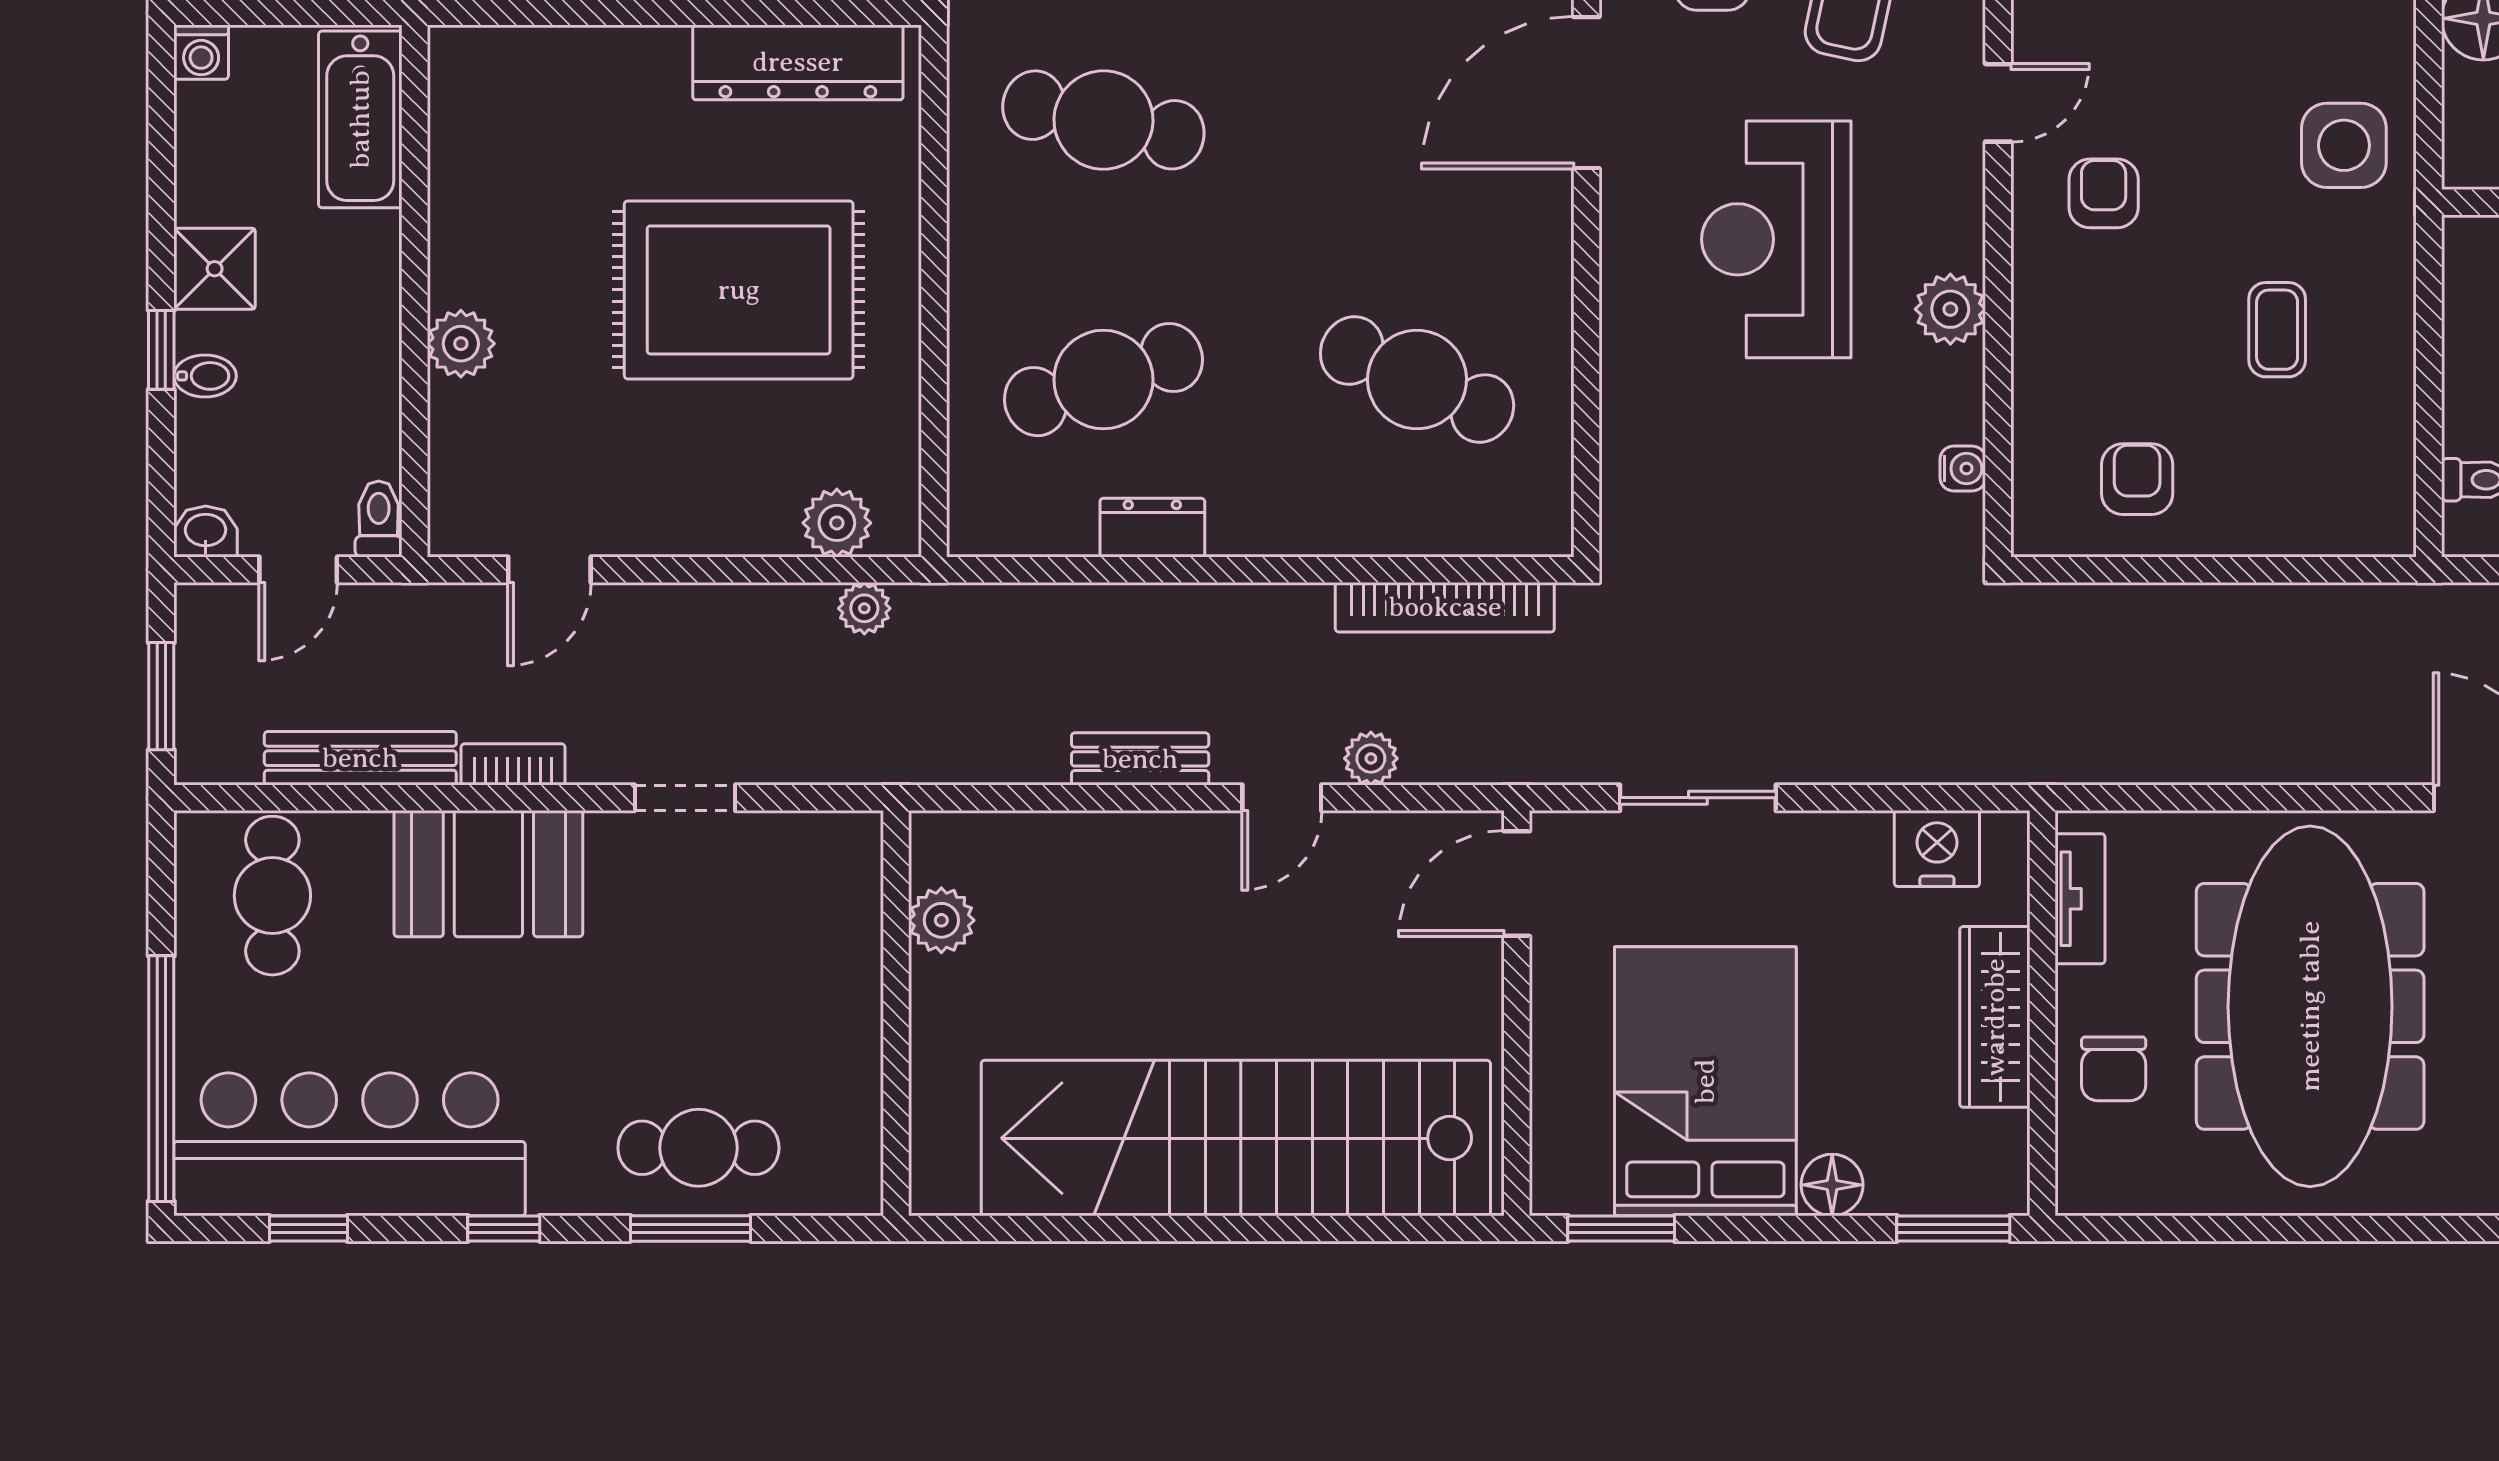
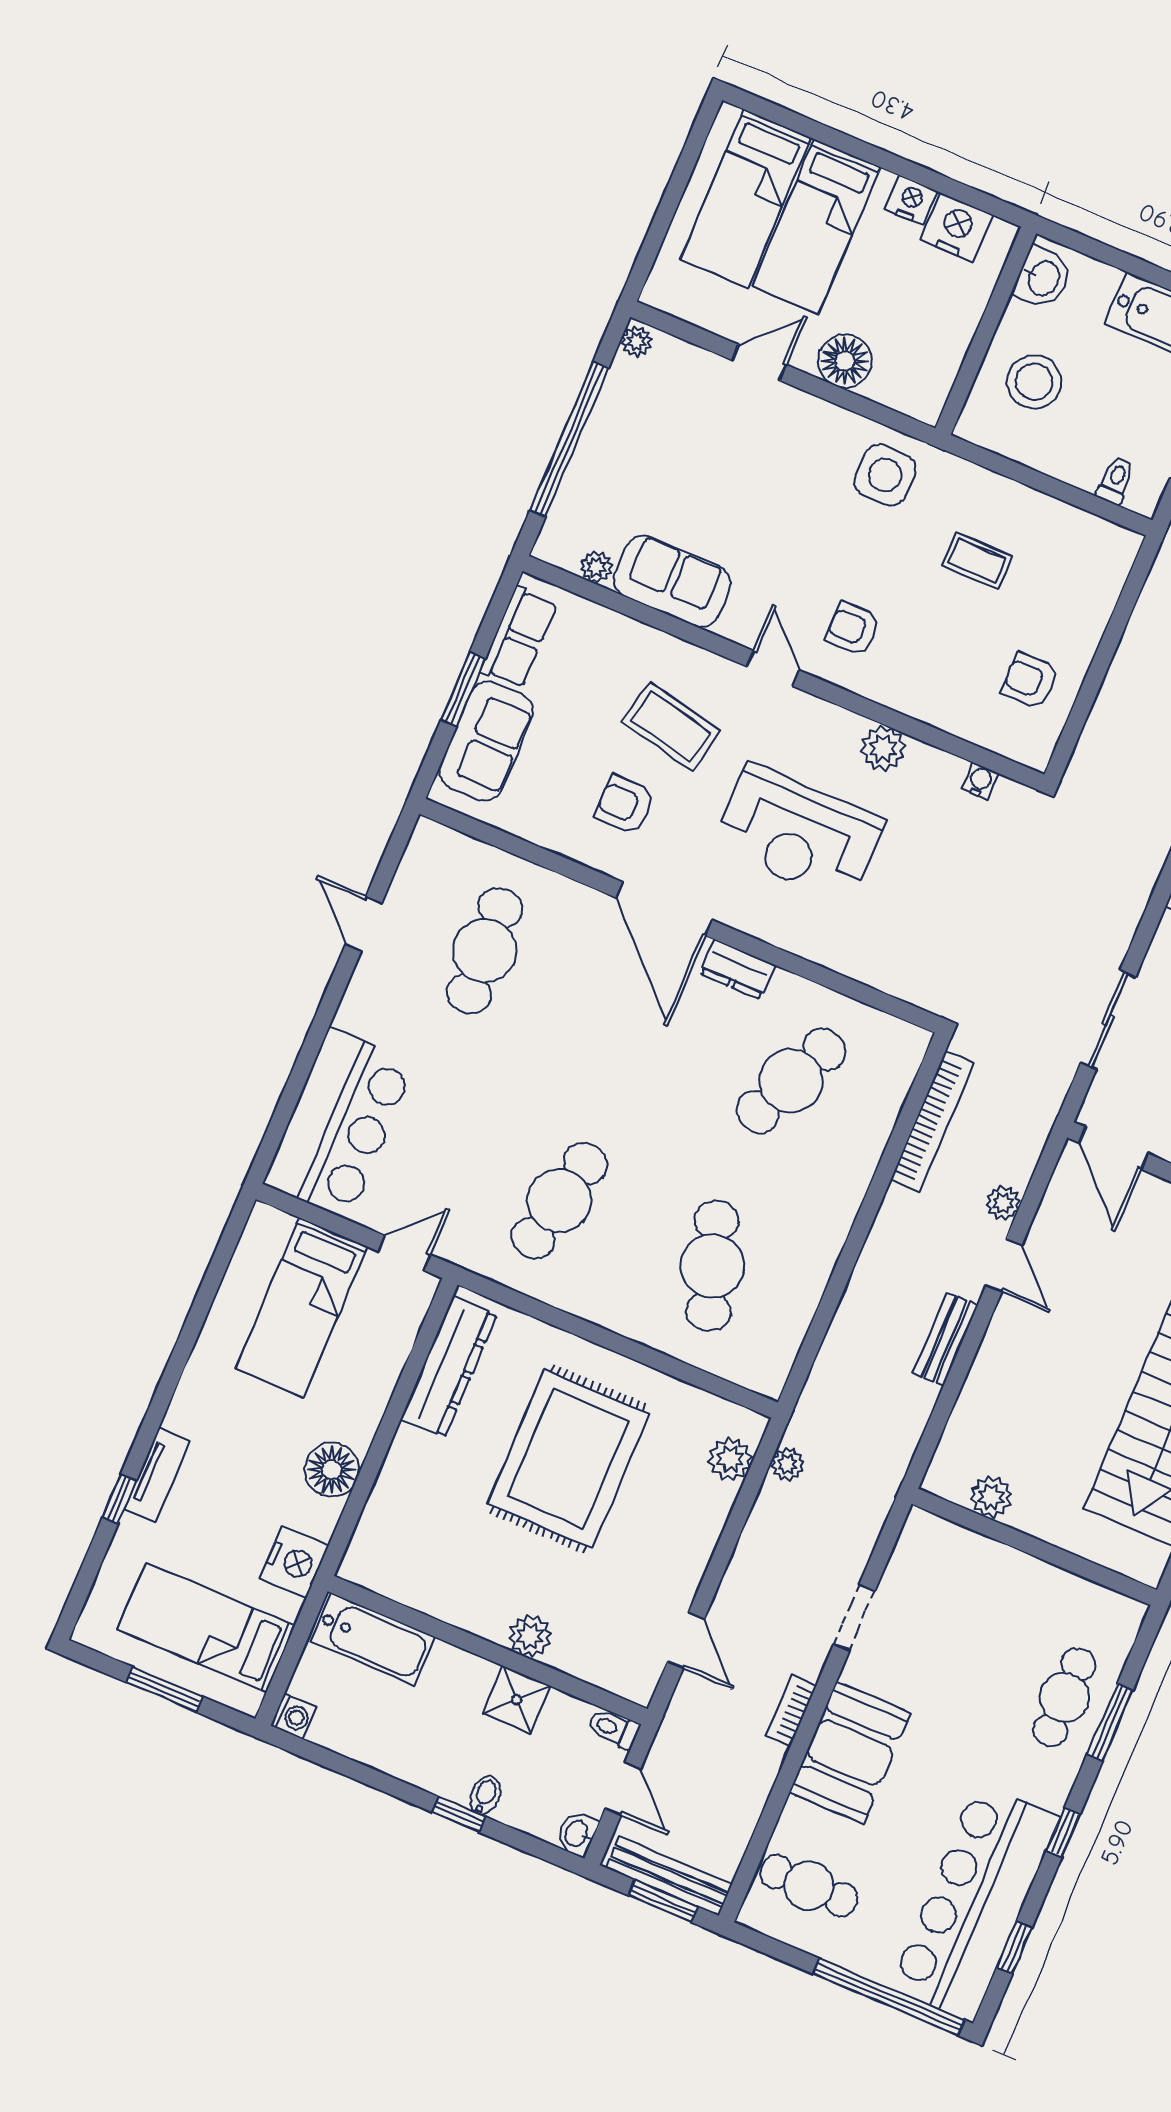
shower: (215, 269) -> (517, 1700), moved
dresser: (1152, 528) -> (737, 969), moved, turned -90
bench: (360, 758) -> (669, 1876), moved, turned 90

